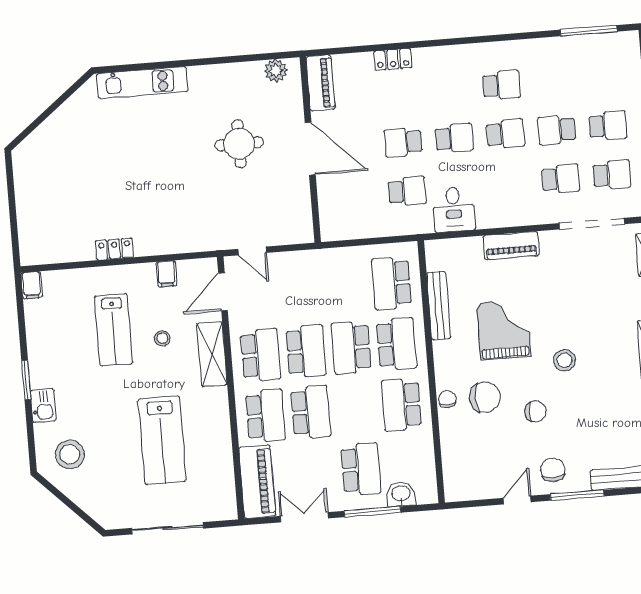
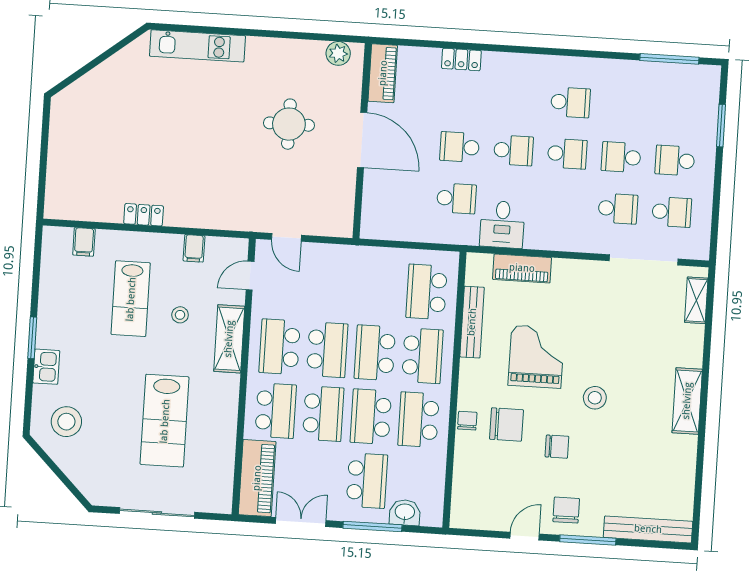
school desk: (608, 126) -> (675, 161), turned 180
piano: (511, 246) -> (522, 268), moved
filing cabinet: (32, 285) -> (84, 242), moved
door: (223, 292) -> (250, 276), width x0.73
school desk: (261, 355) -> (280, 347), turned 180
school desk: (356, 408) -> (371, 417), added

